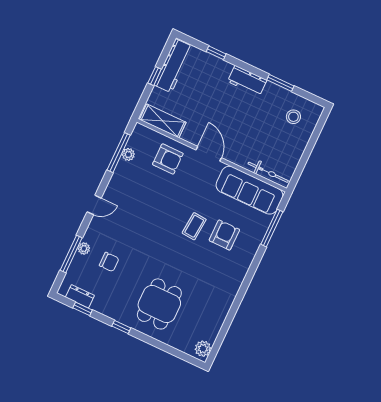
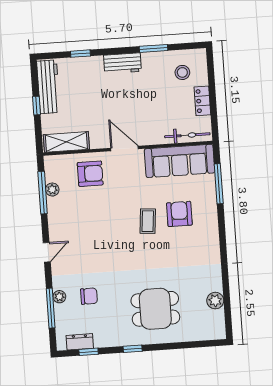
locker: (297, 150) -> (202, 101), added
dining table: (159, 304) -> (155, 309), turned 90
plant: (203, 349) -> (215, 301), moved

